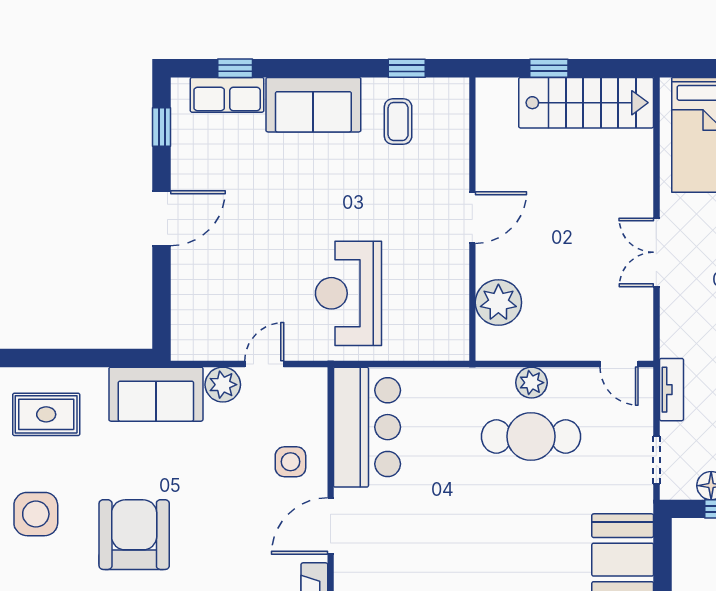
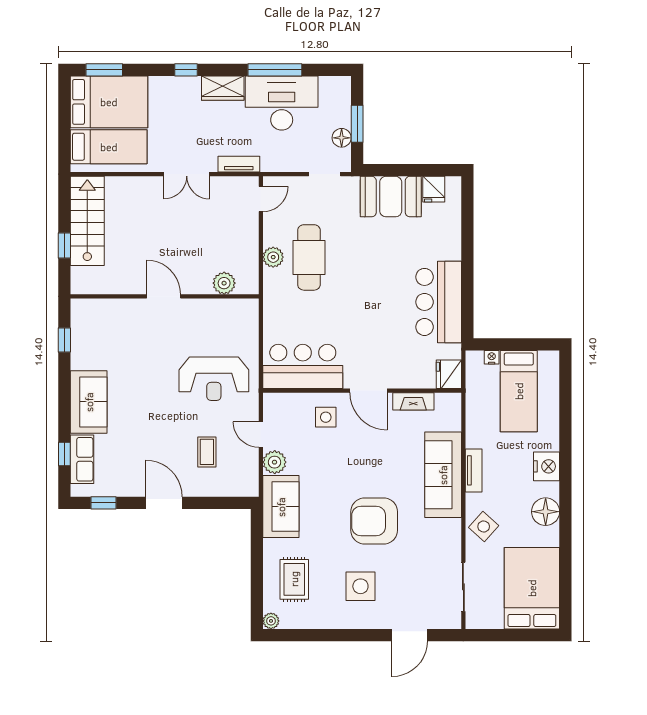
coffee table: (398, 121) -> (207, 452), moved, turned 90
plant: (498, 302) -> (224, 283), width x0.73, depth x0.73
tv unit: (671, 390) -> (239, 164), moved

